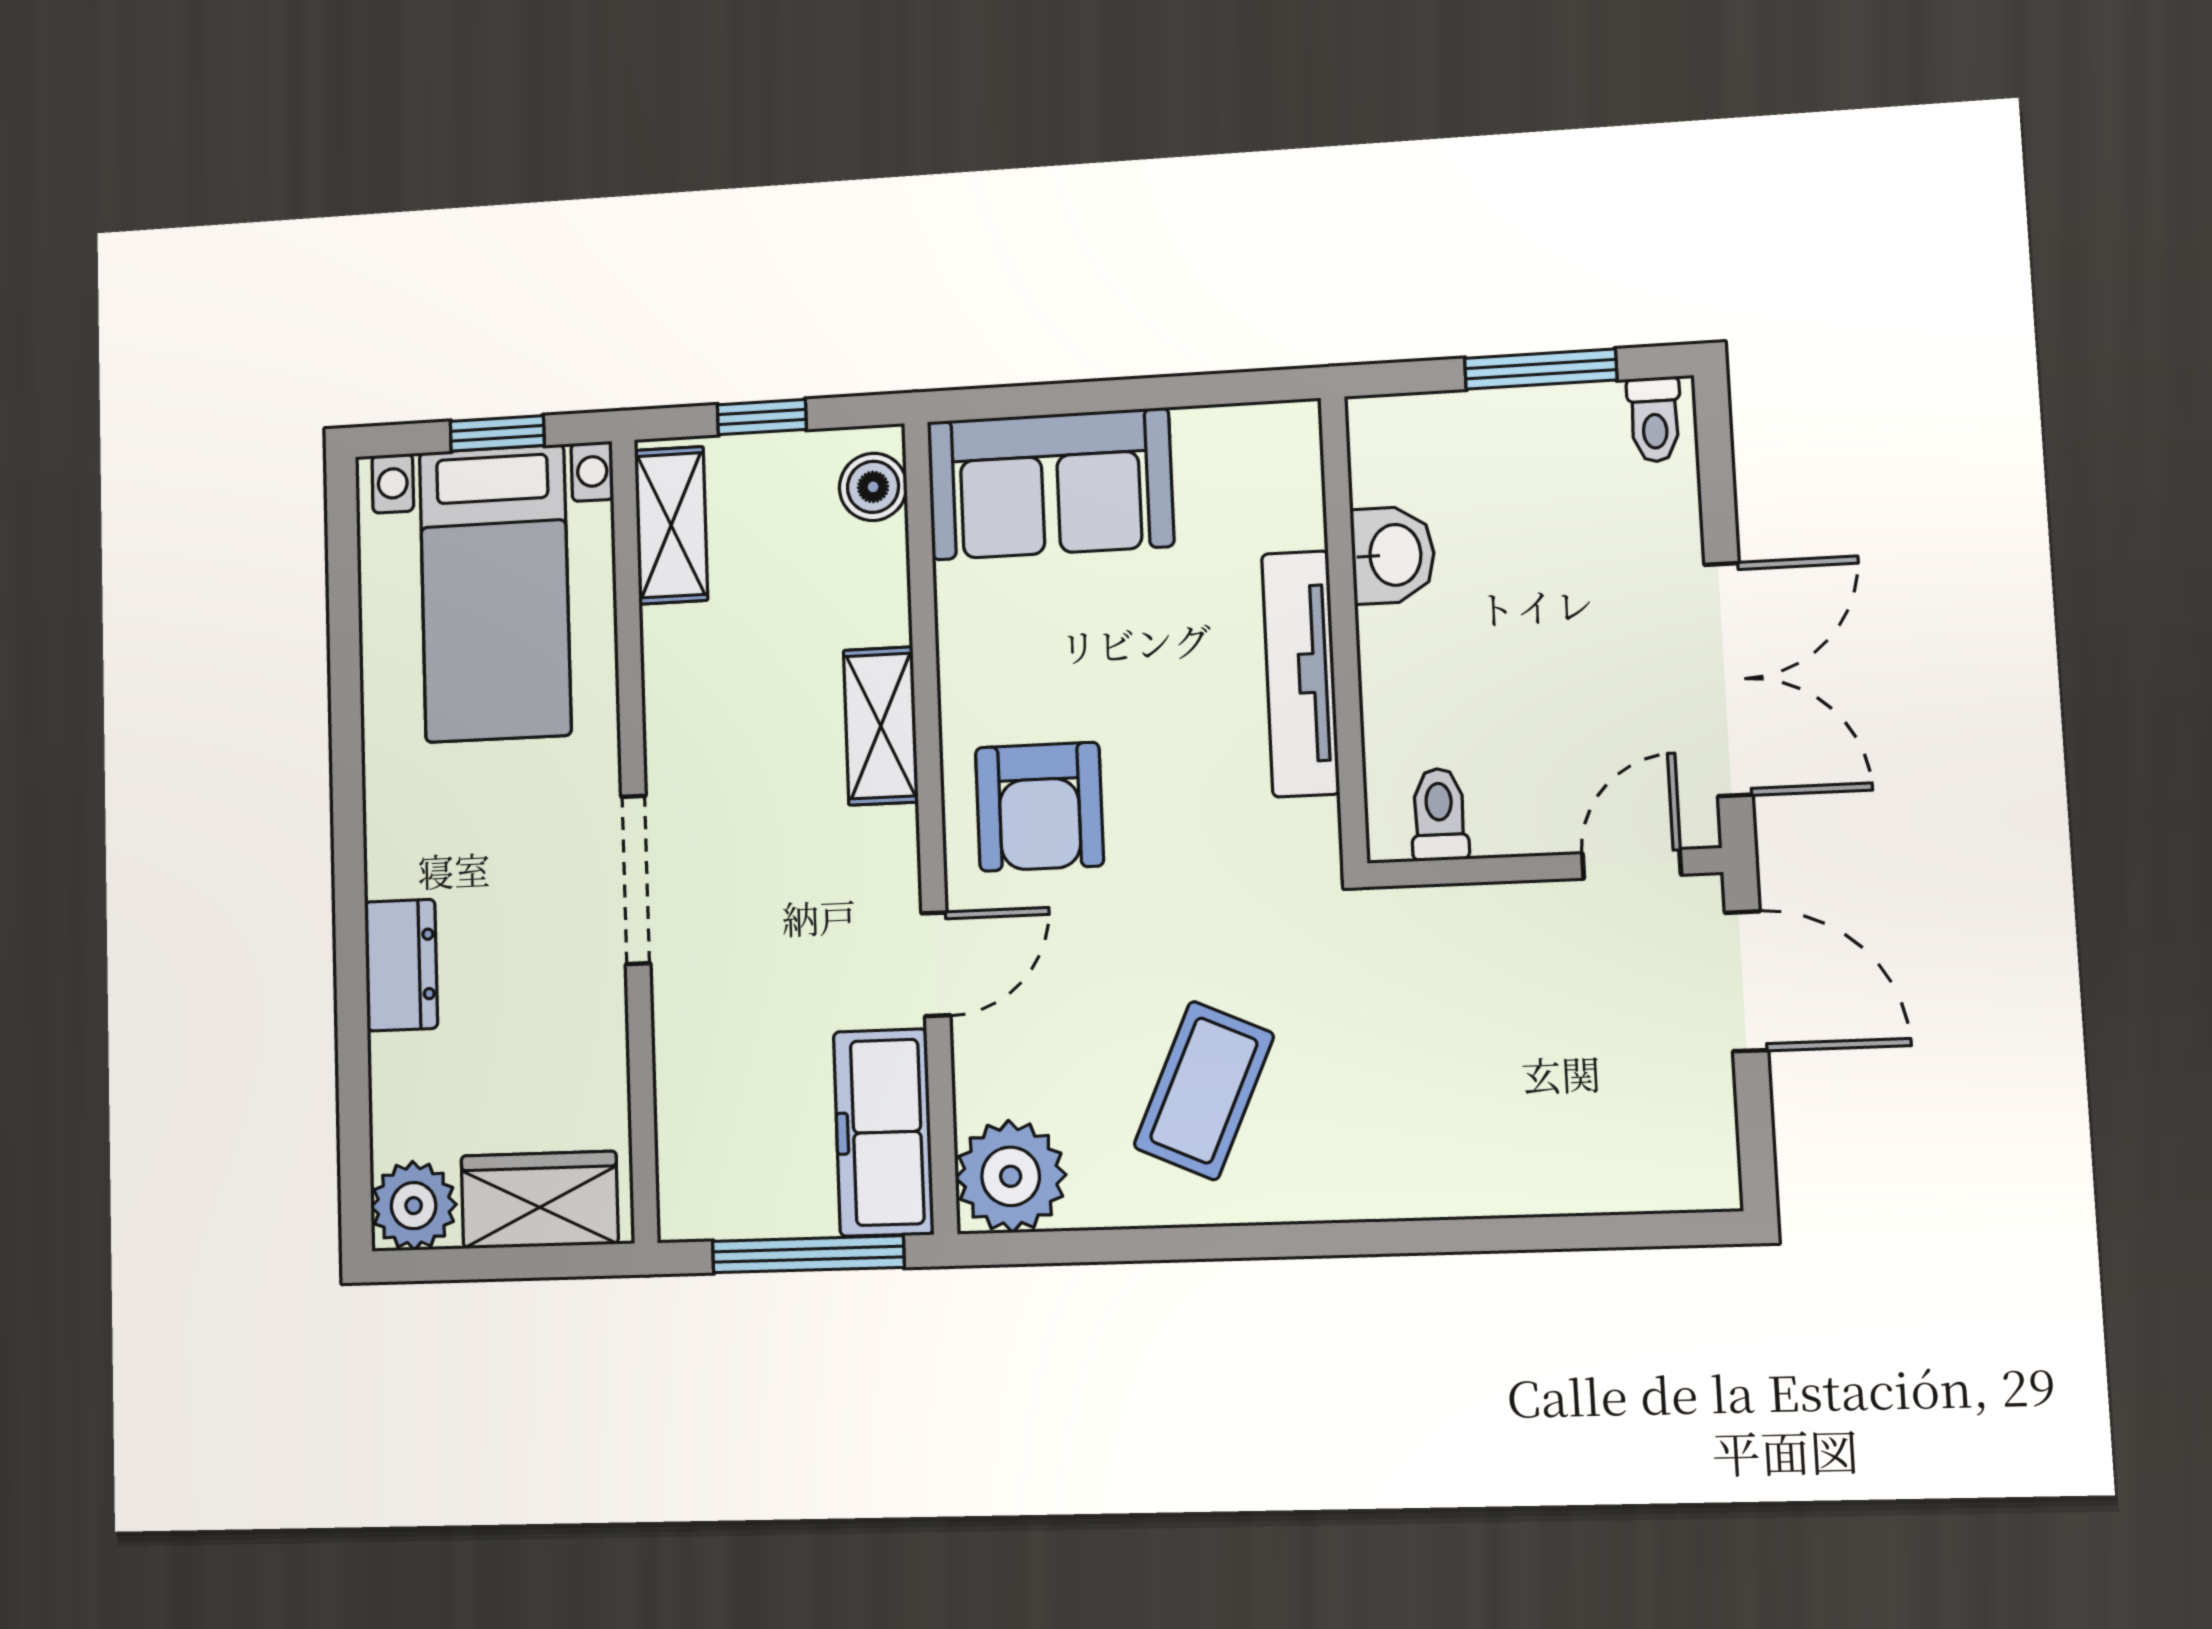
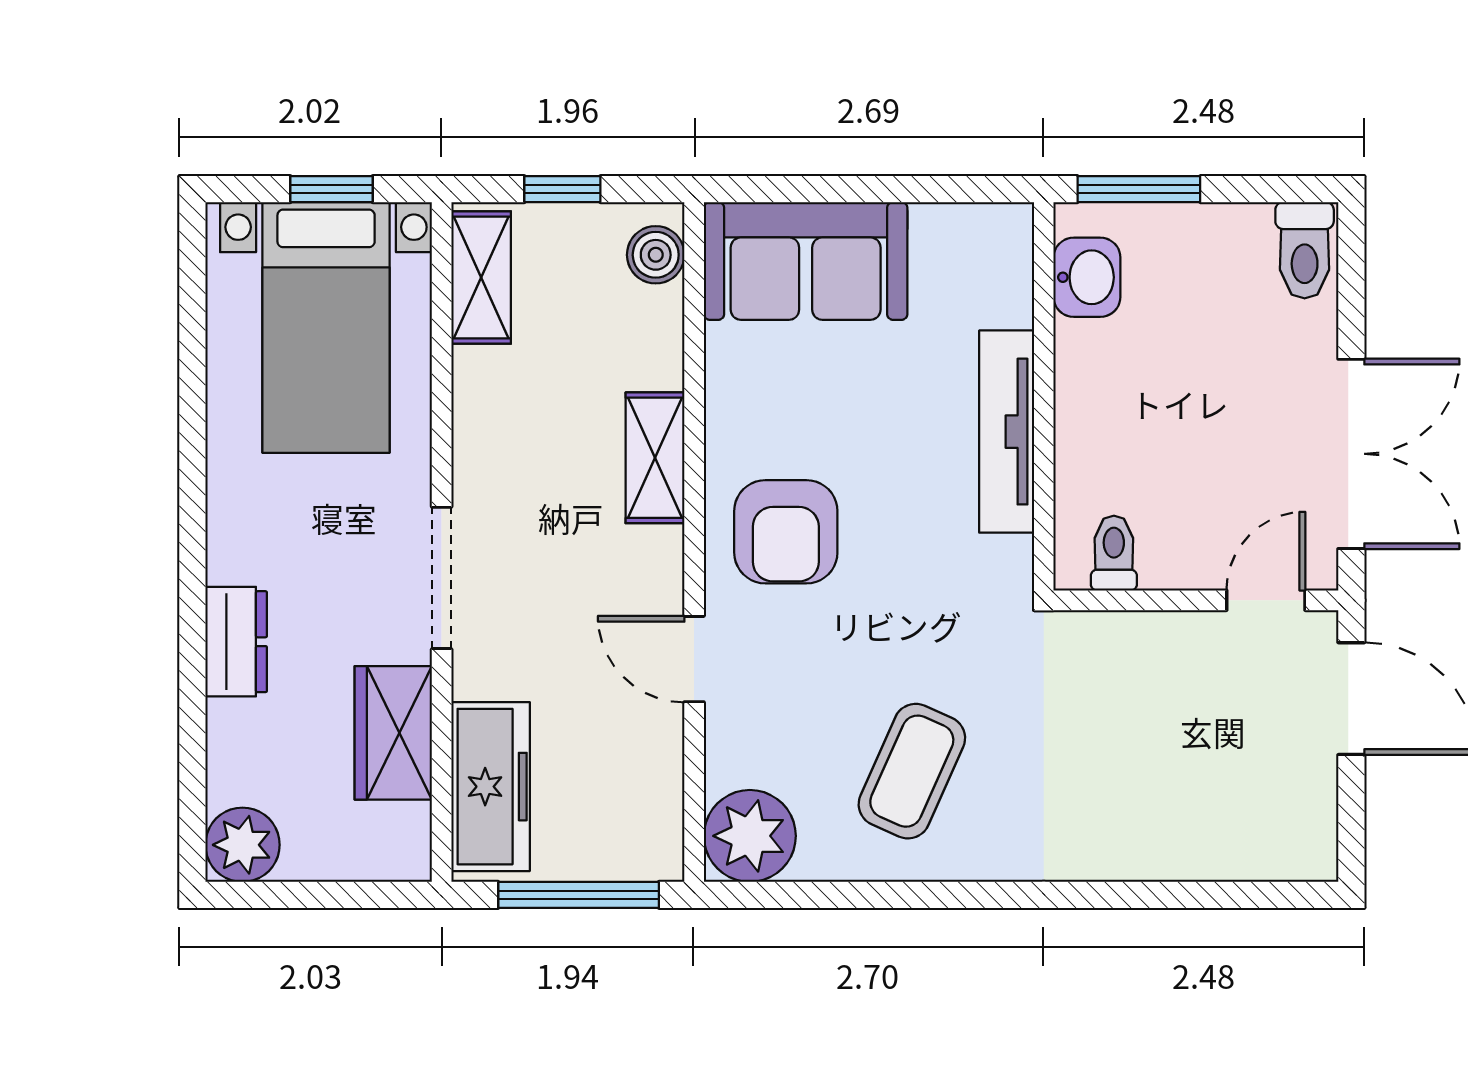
window: (1541, 369) -> (1139, 189), moved
toilet: (1654, 419) -> (1305, 250), width x1.37, depth x1.39
washbasin: (1393, 555) -> (1087, 277), moved
door: (936, 964) -> (694, 659), swing flipped
freezer: (883, 1132) -> (491, 787), moved, turned 180
wardrobe: (540, 1200) -> (393, 733), moved, turned -90

